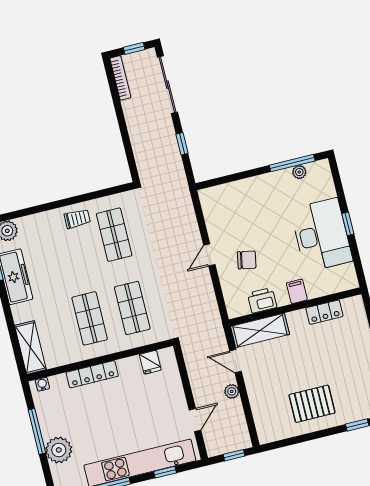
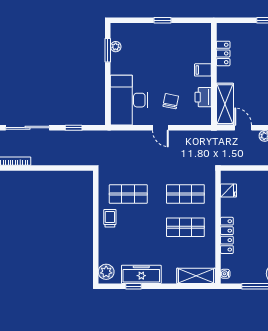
window: (292, 163) -> (108, 50), width x0.69
desk: (321, 235) -> (129, 100), moved, turned -90
door: (235, 361) -> (243, 128), swing flipped

